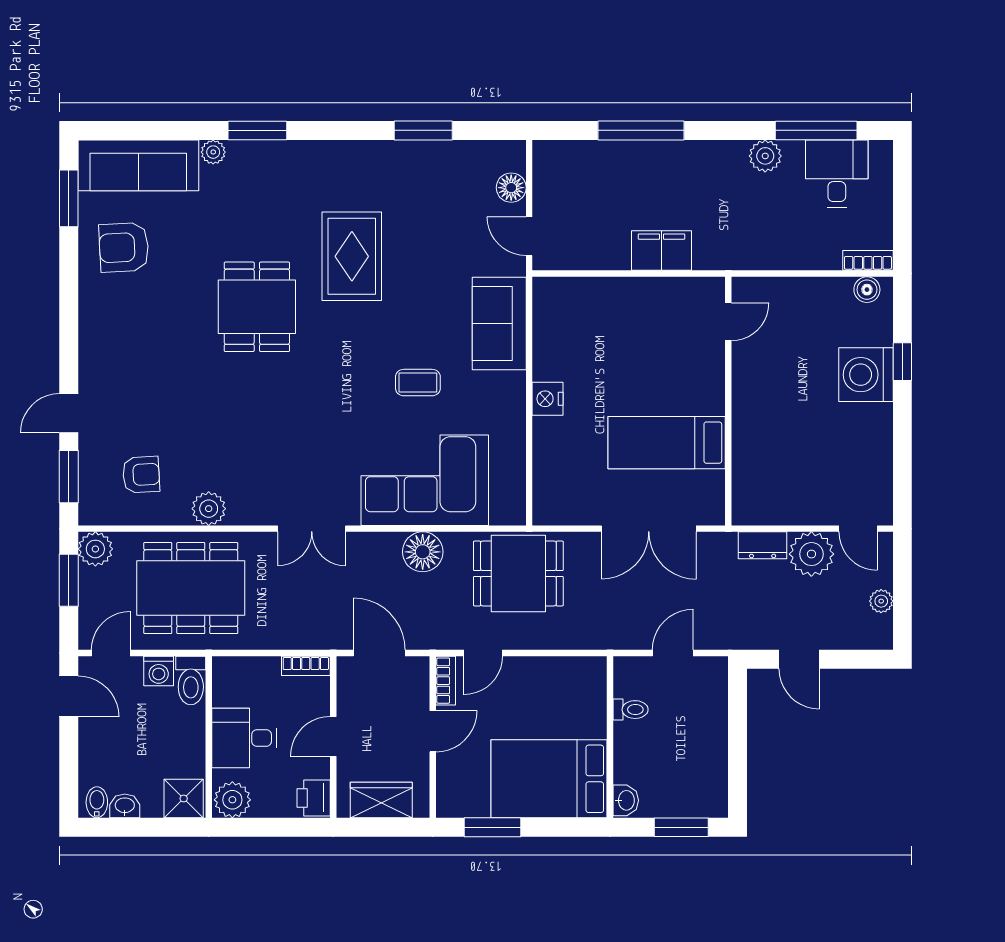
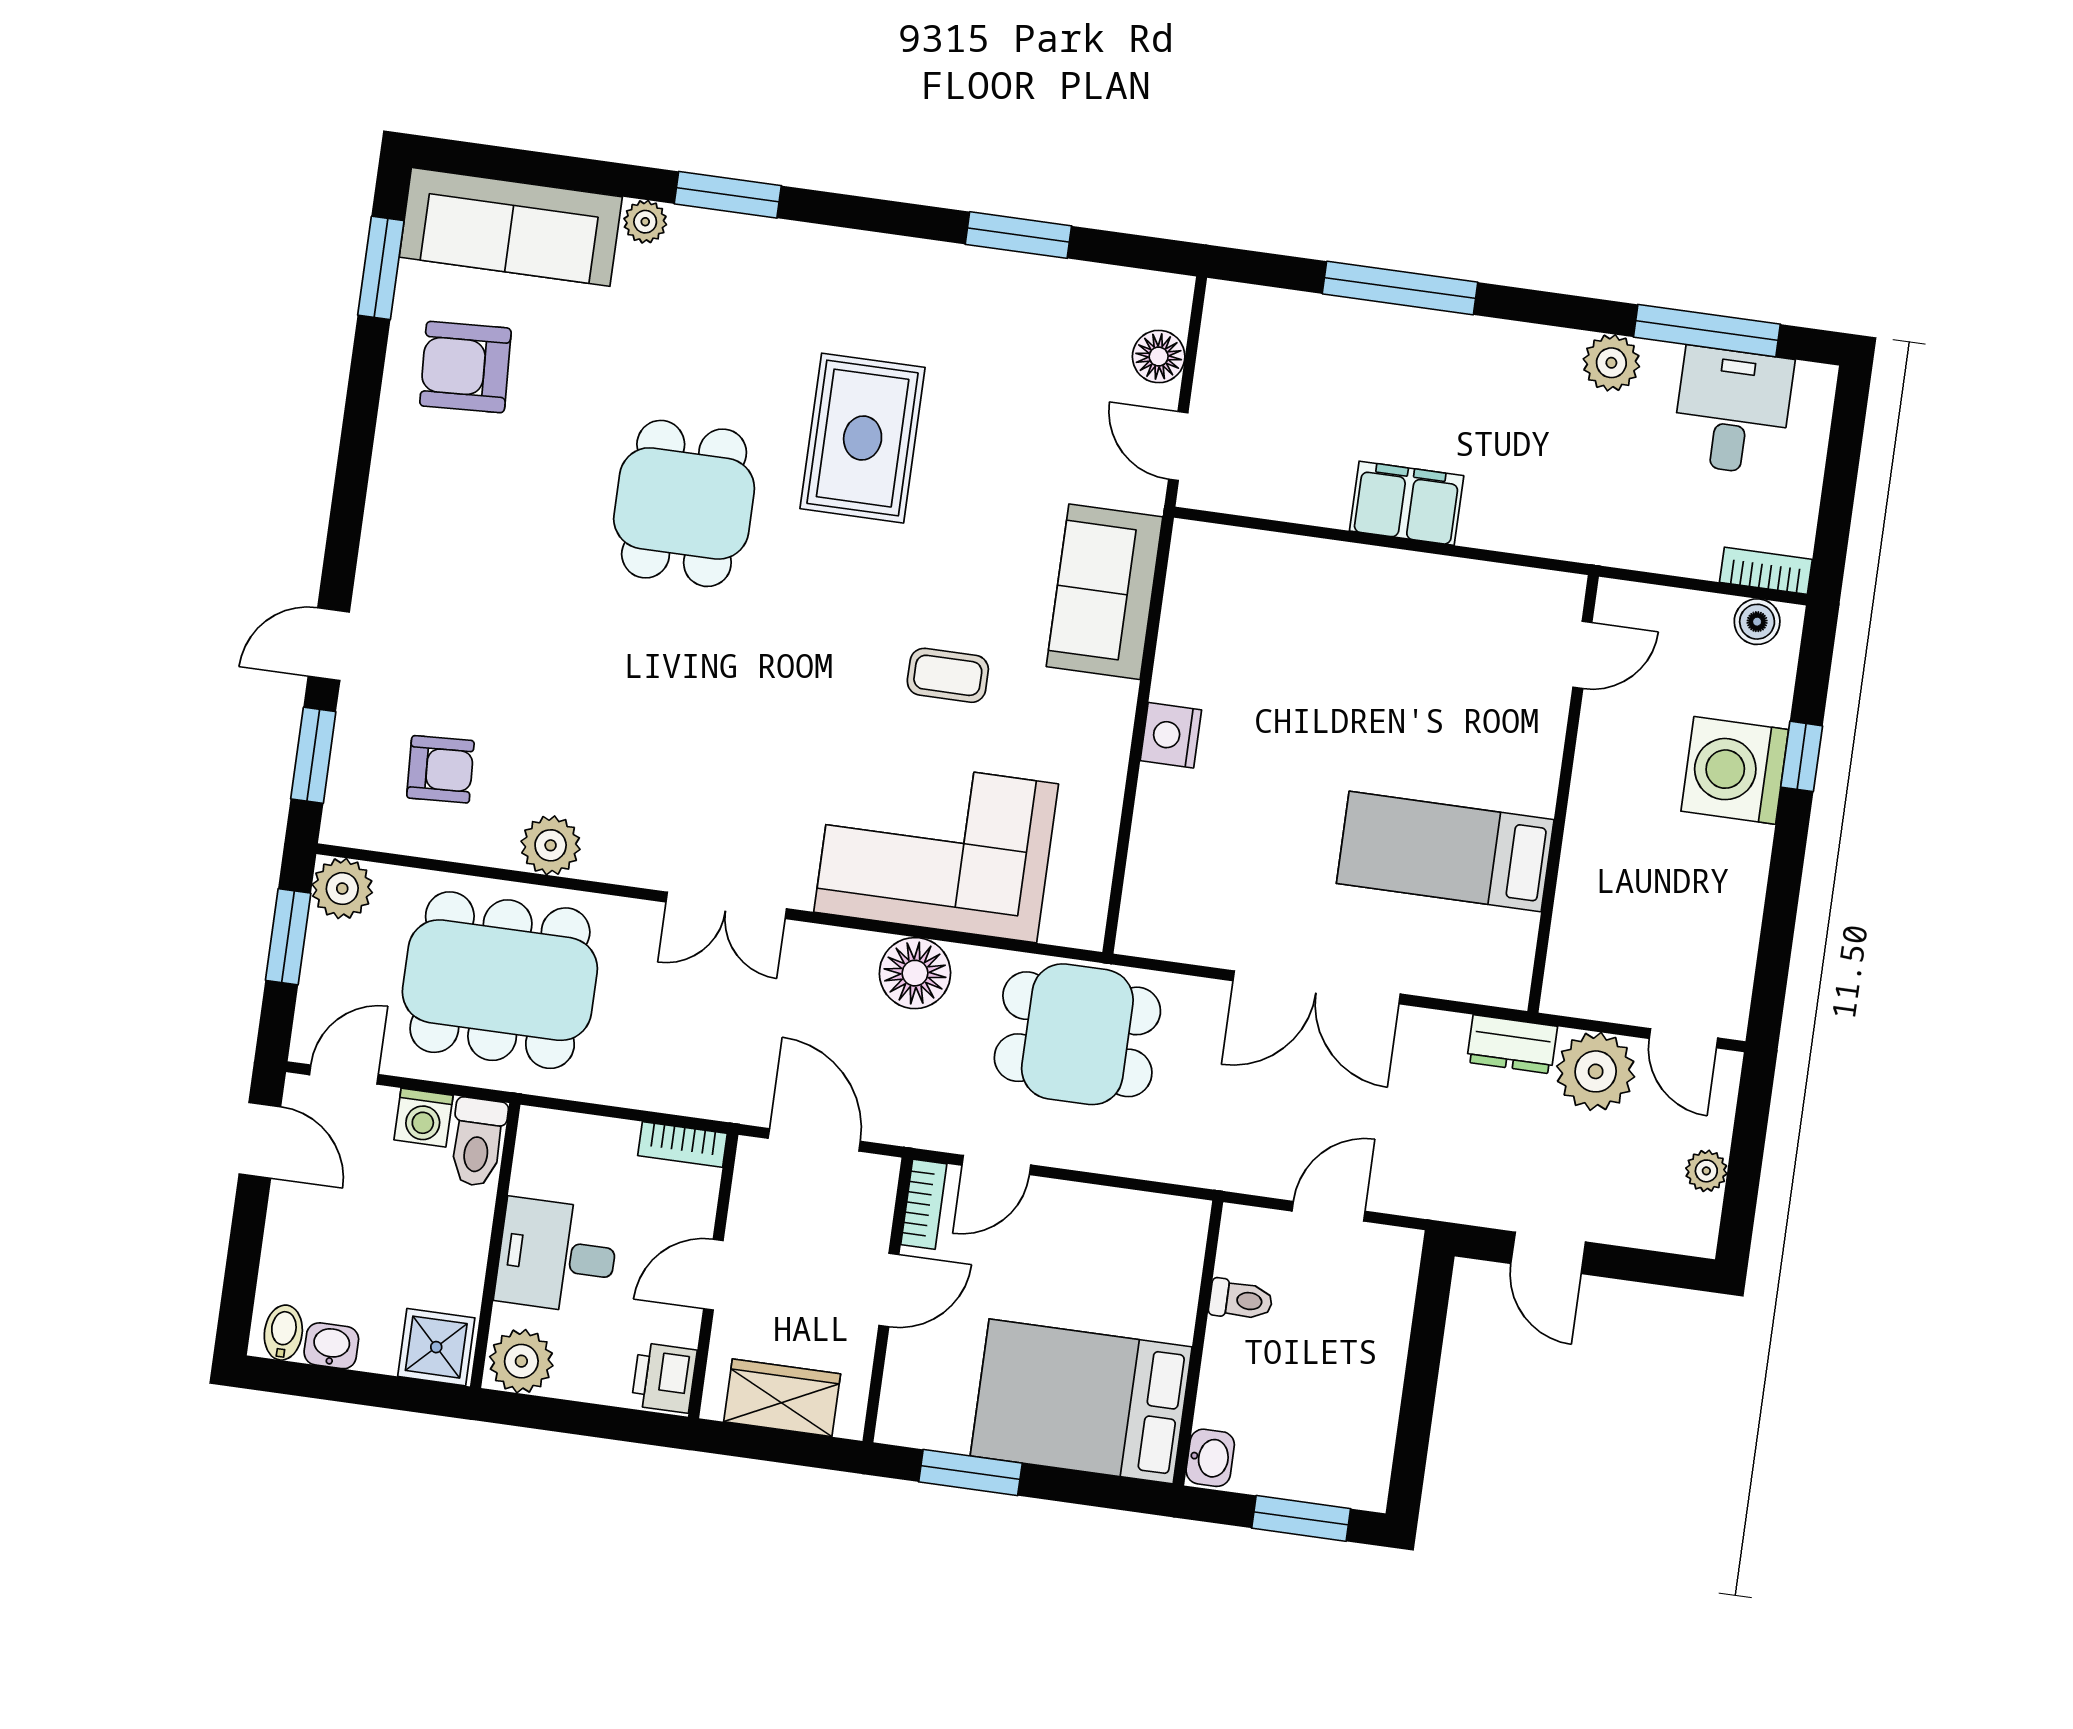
door: (728, 322) -> (1582, 655), moved
wall: (728, 401) -> (1563, 794), moved
bed: (667, 443) -> (1445, 852), moved

